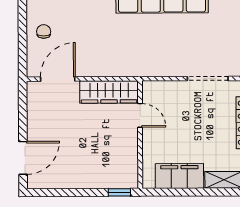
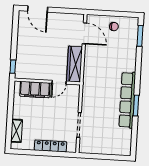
filing cabinet: (179, 176) -> (35, 90), moved, turned 90

